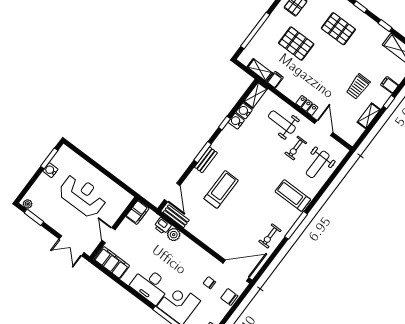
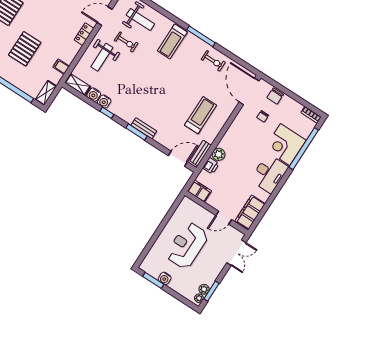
shelving: (260, 70) -> (46, 93), moved
treadmill: (221, 189) -> (200, 115), moved, turned 90
plant: (36, 210) -> (204, 289), added

